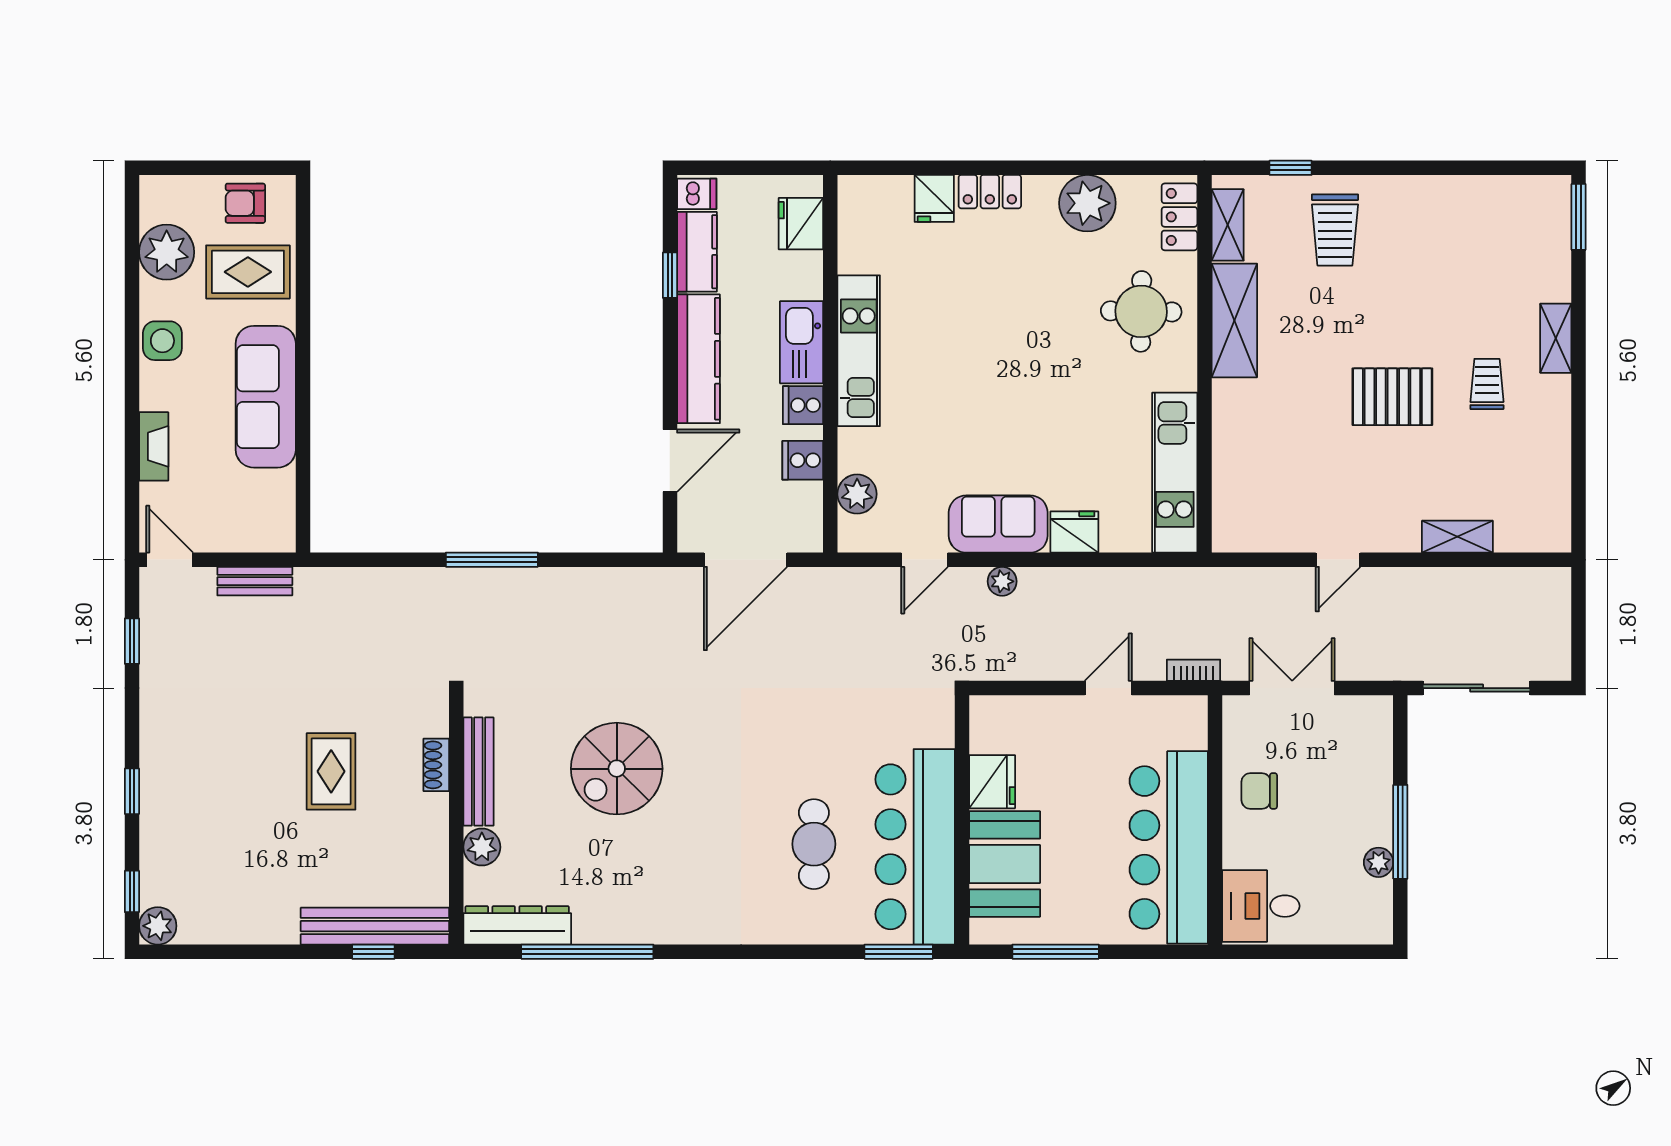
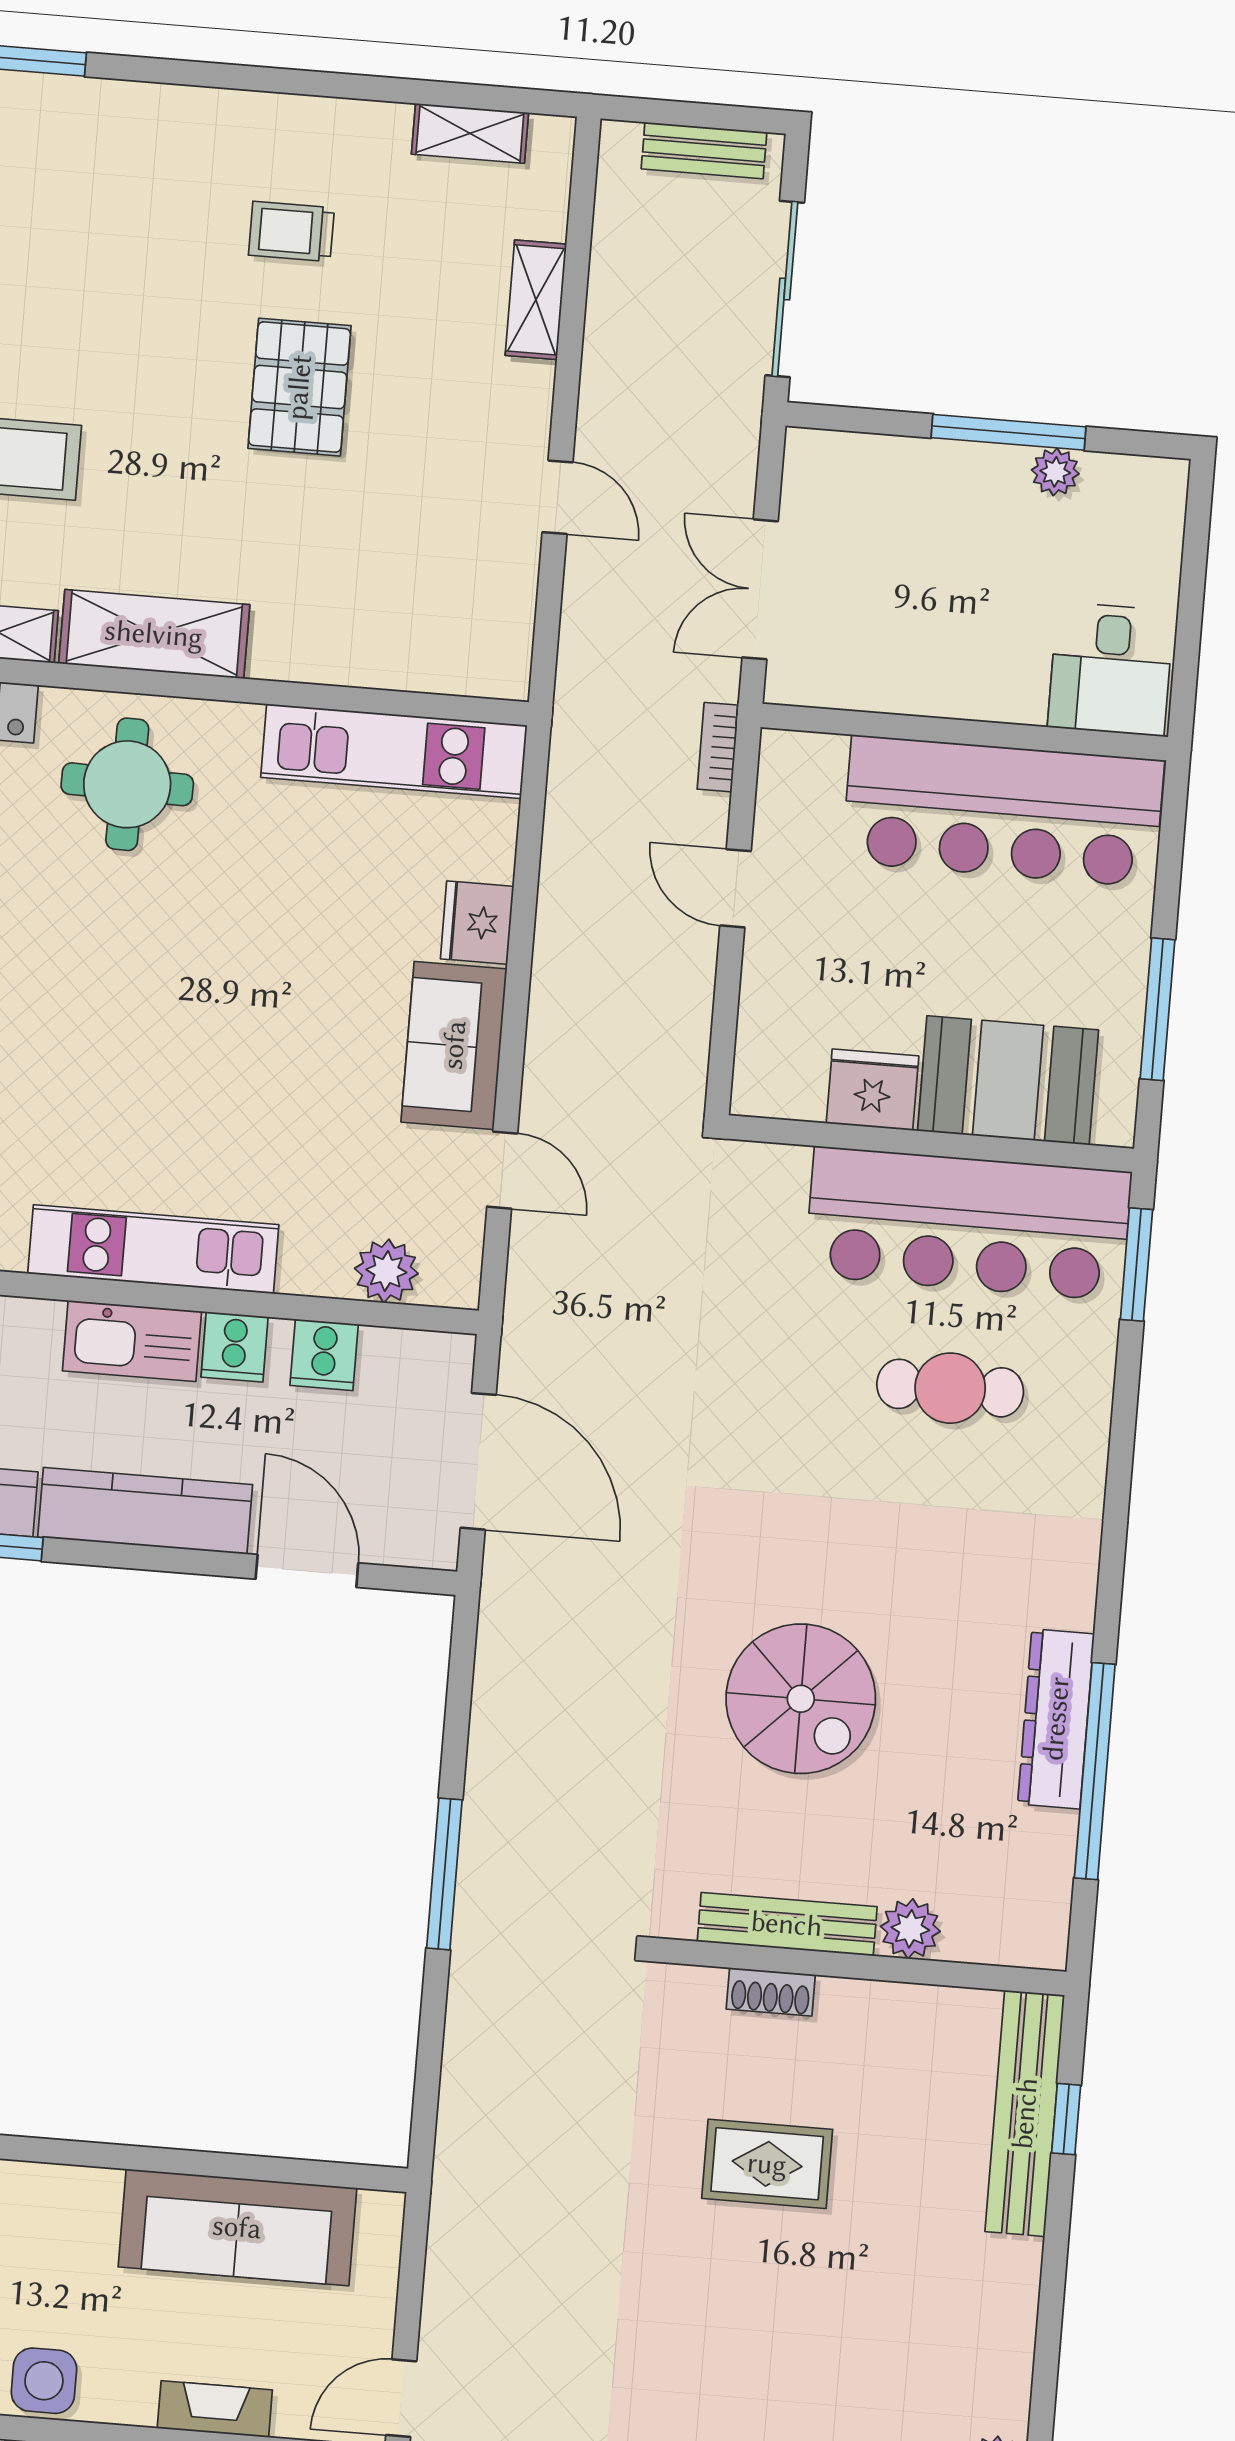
shelving: (1556, 338) -> (470, 133), moved
sofa: (266, 397) -> (237, 2227), moved
bench: (255, 581) -> (704, 150), moved, turned 90
plant: (1002, 581) -> (548, 1047), removed
chair: (1259, 791) -> (923, 656), removed
dresser: (517, 925) -> (1056, 1719), moved

